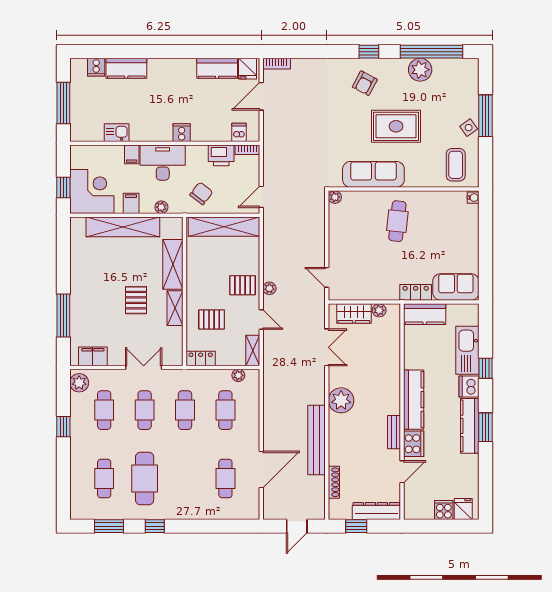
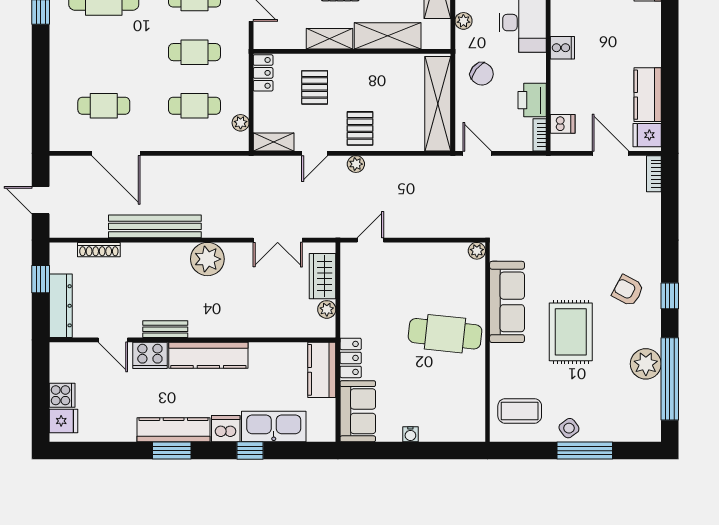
water cooler: (473, 198) -> (410, 434), moved
cafe table: (397, 221) -> (445, 334), width x1.37, depth x1.35

